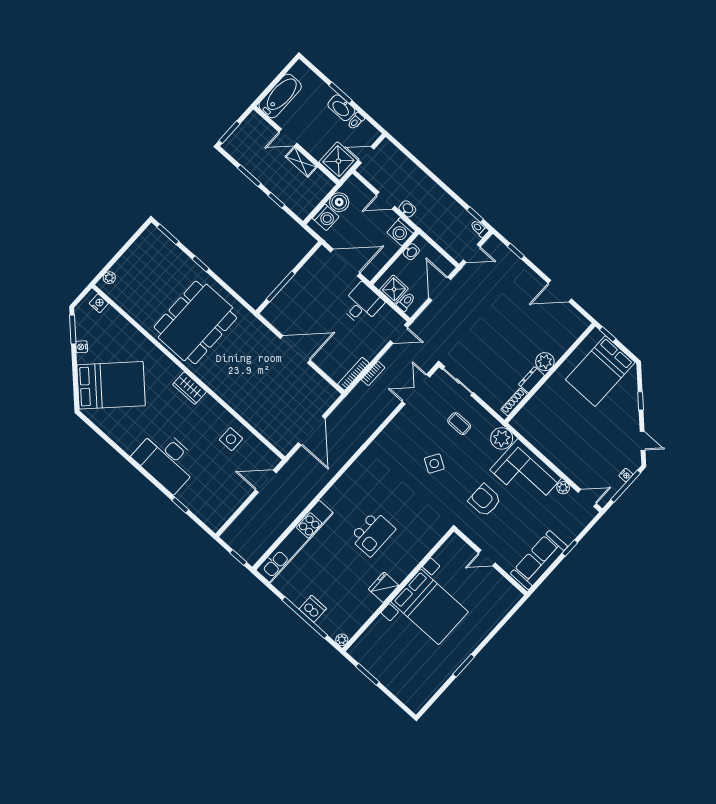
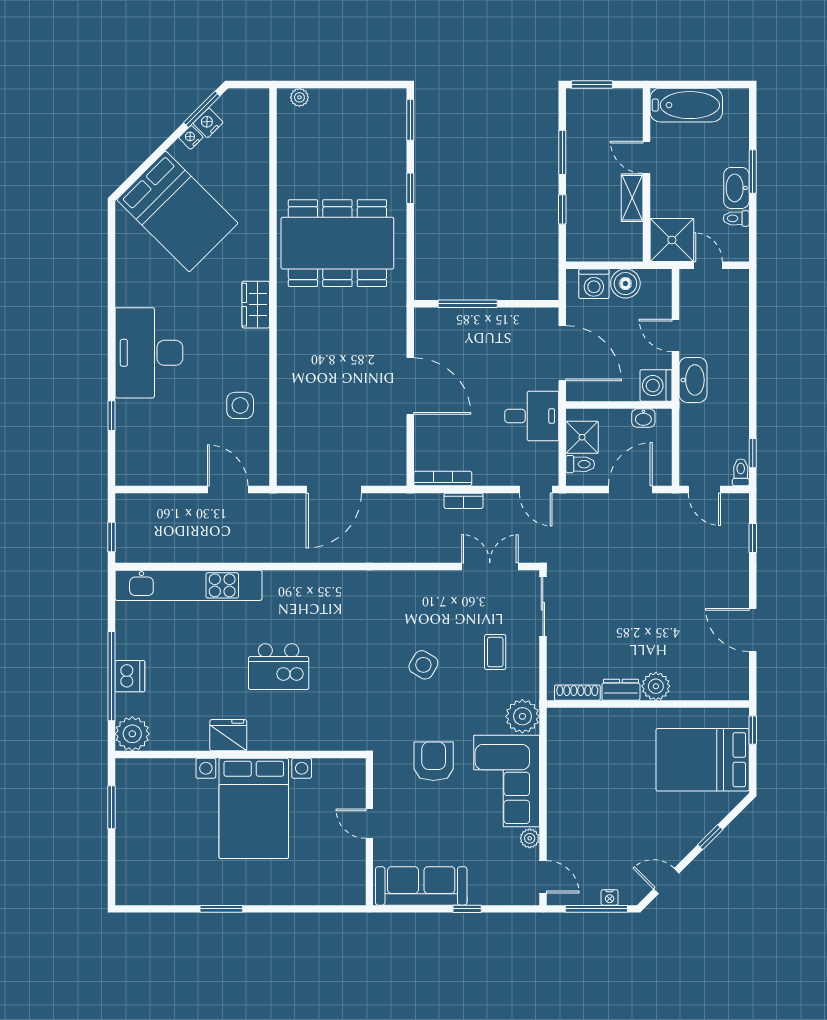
washbasin: (407, 209) -> (693, 380), width x1.91, depth x1.45
nightstand: (99, 303) -> (208, 123), moved, turned -135
door: (643, 441) -> (666, 881), swing flipped
plant: (342, 640) -> (132, 734), width x1.88, depth x1.88

